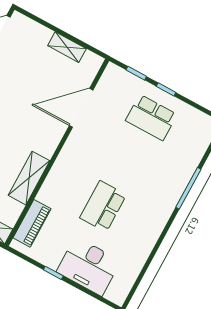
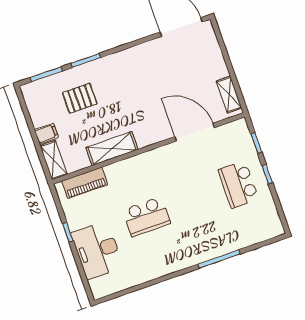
shelving: (67, 47) -> (229, 95), moved
school desk: (103, 206) -> (146, 217), turned 180

